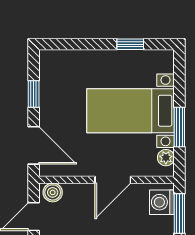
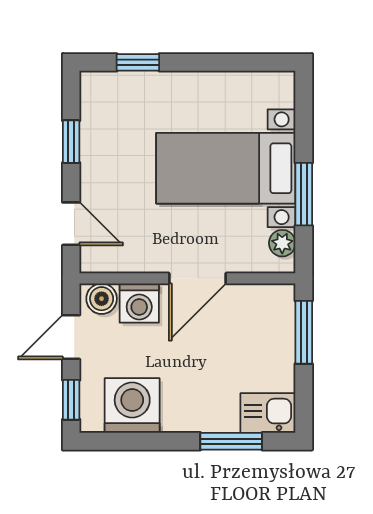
window: (130, 44) -> (138, 62), moved
door: (34, 145) -> (71, 224), width x0.73
washing machine: (162, 202) -> (139, 303), moved, turned -90

